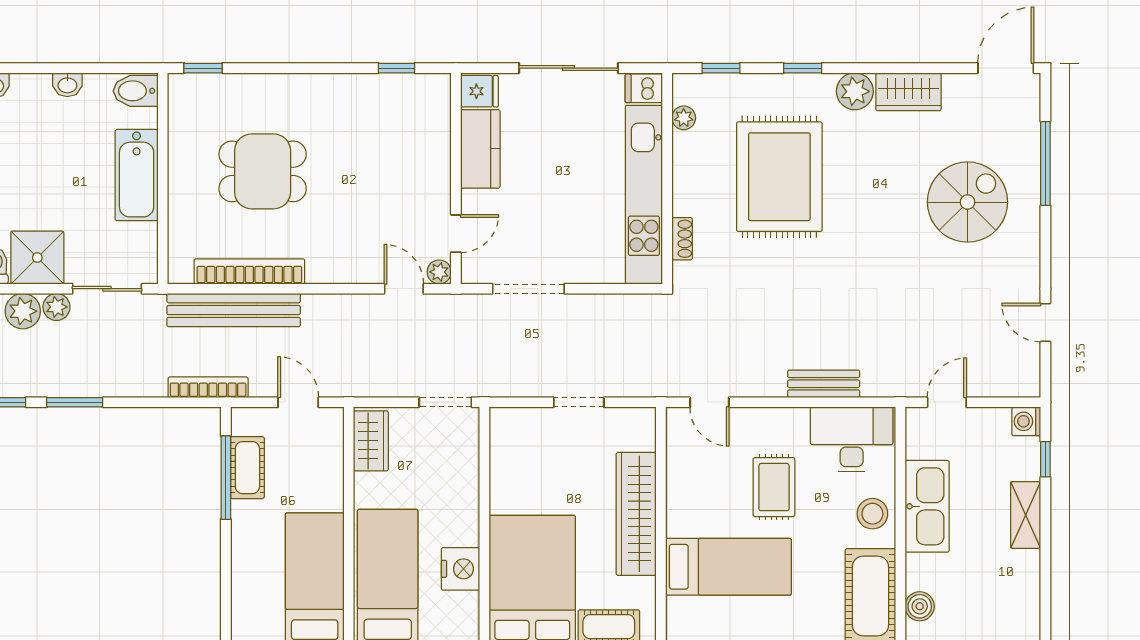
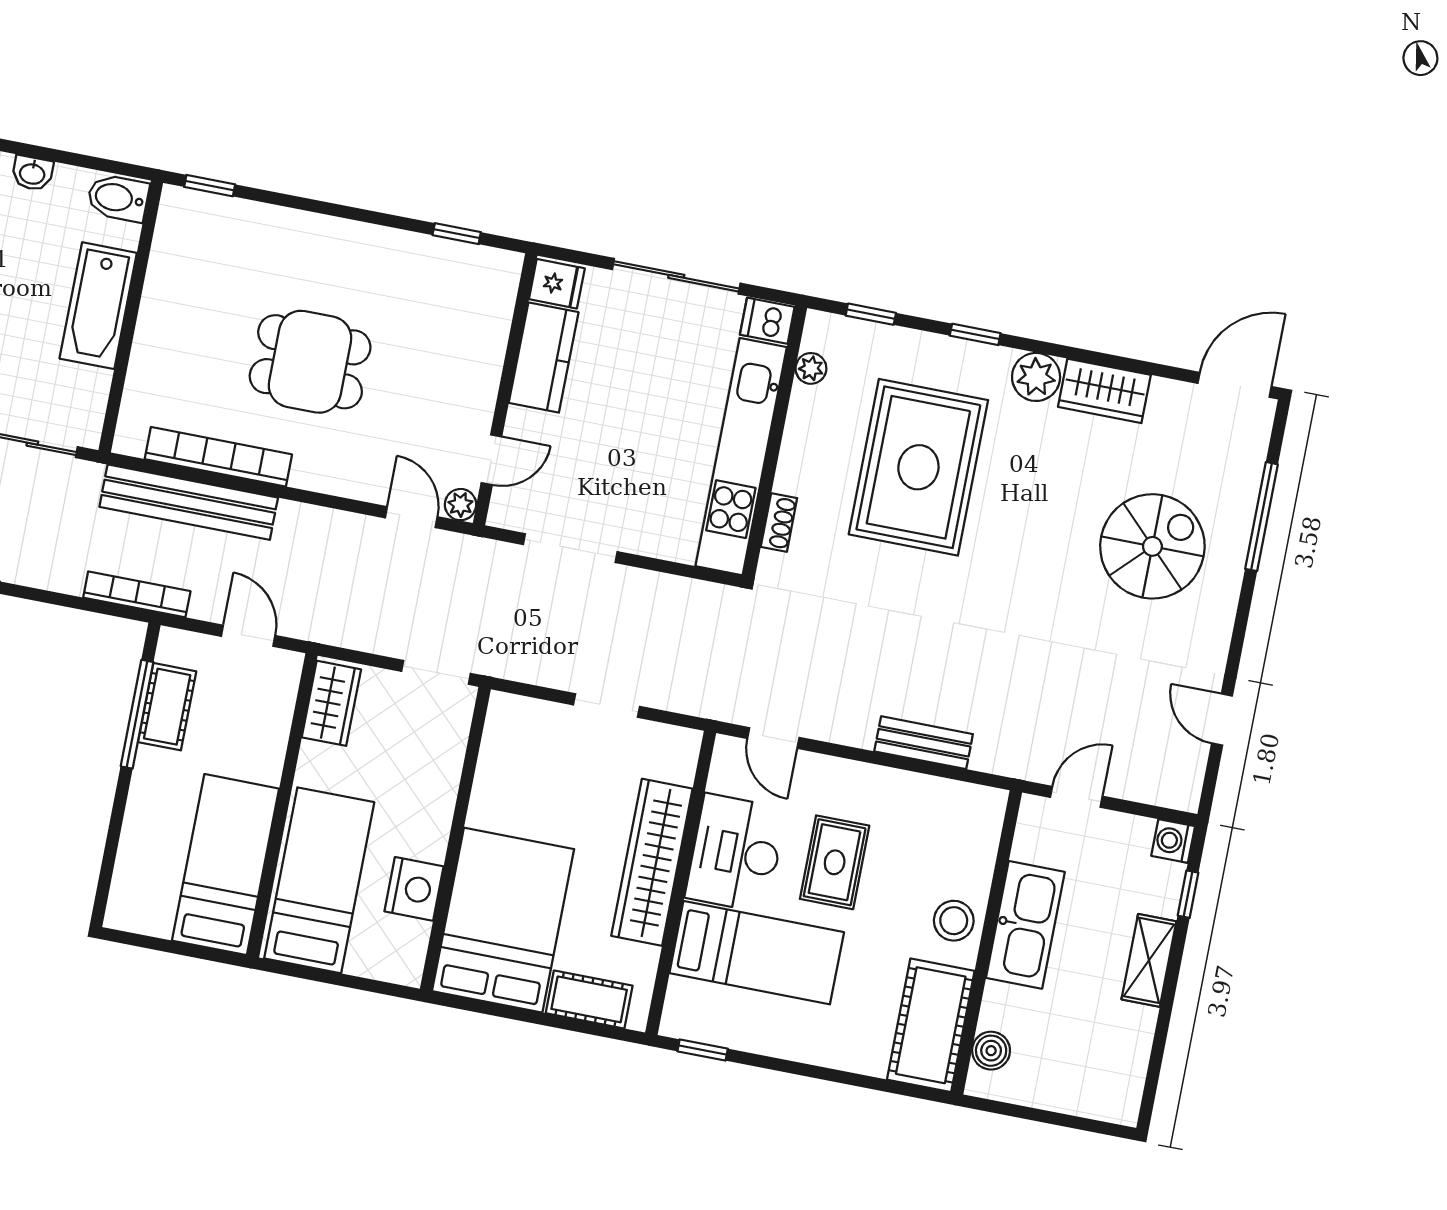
dining table: (263, 171) -> (310, 362), moved
desk: (852, 439) -> (736, 853), moved, turned -90

